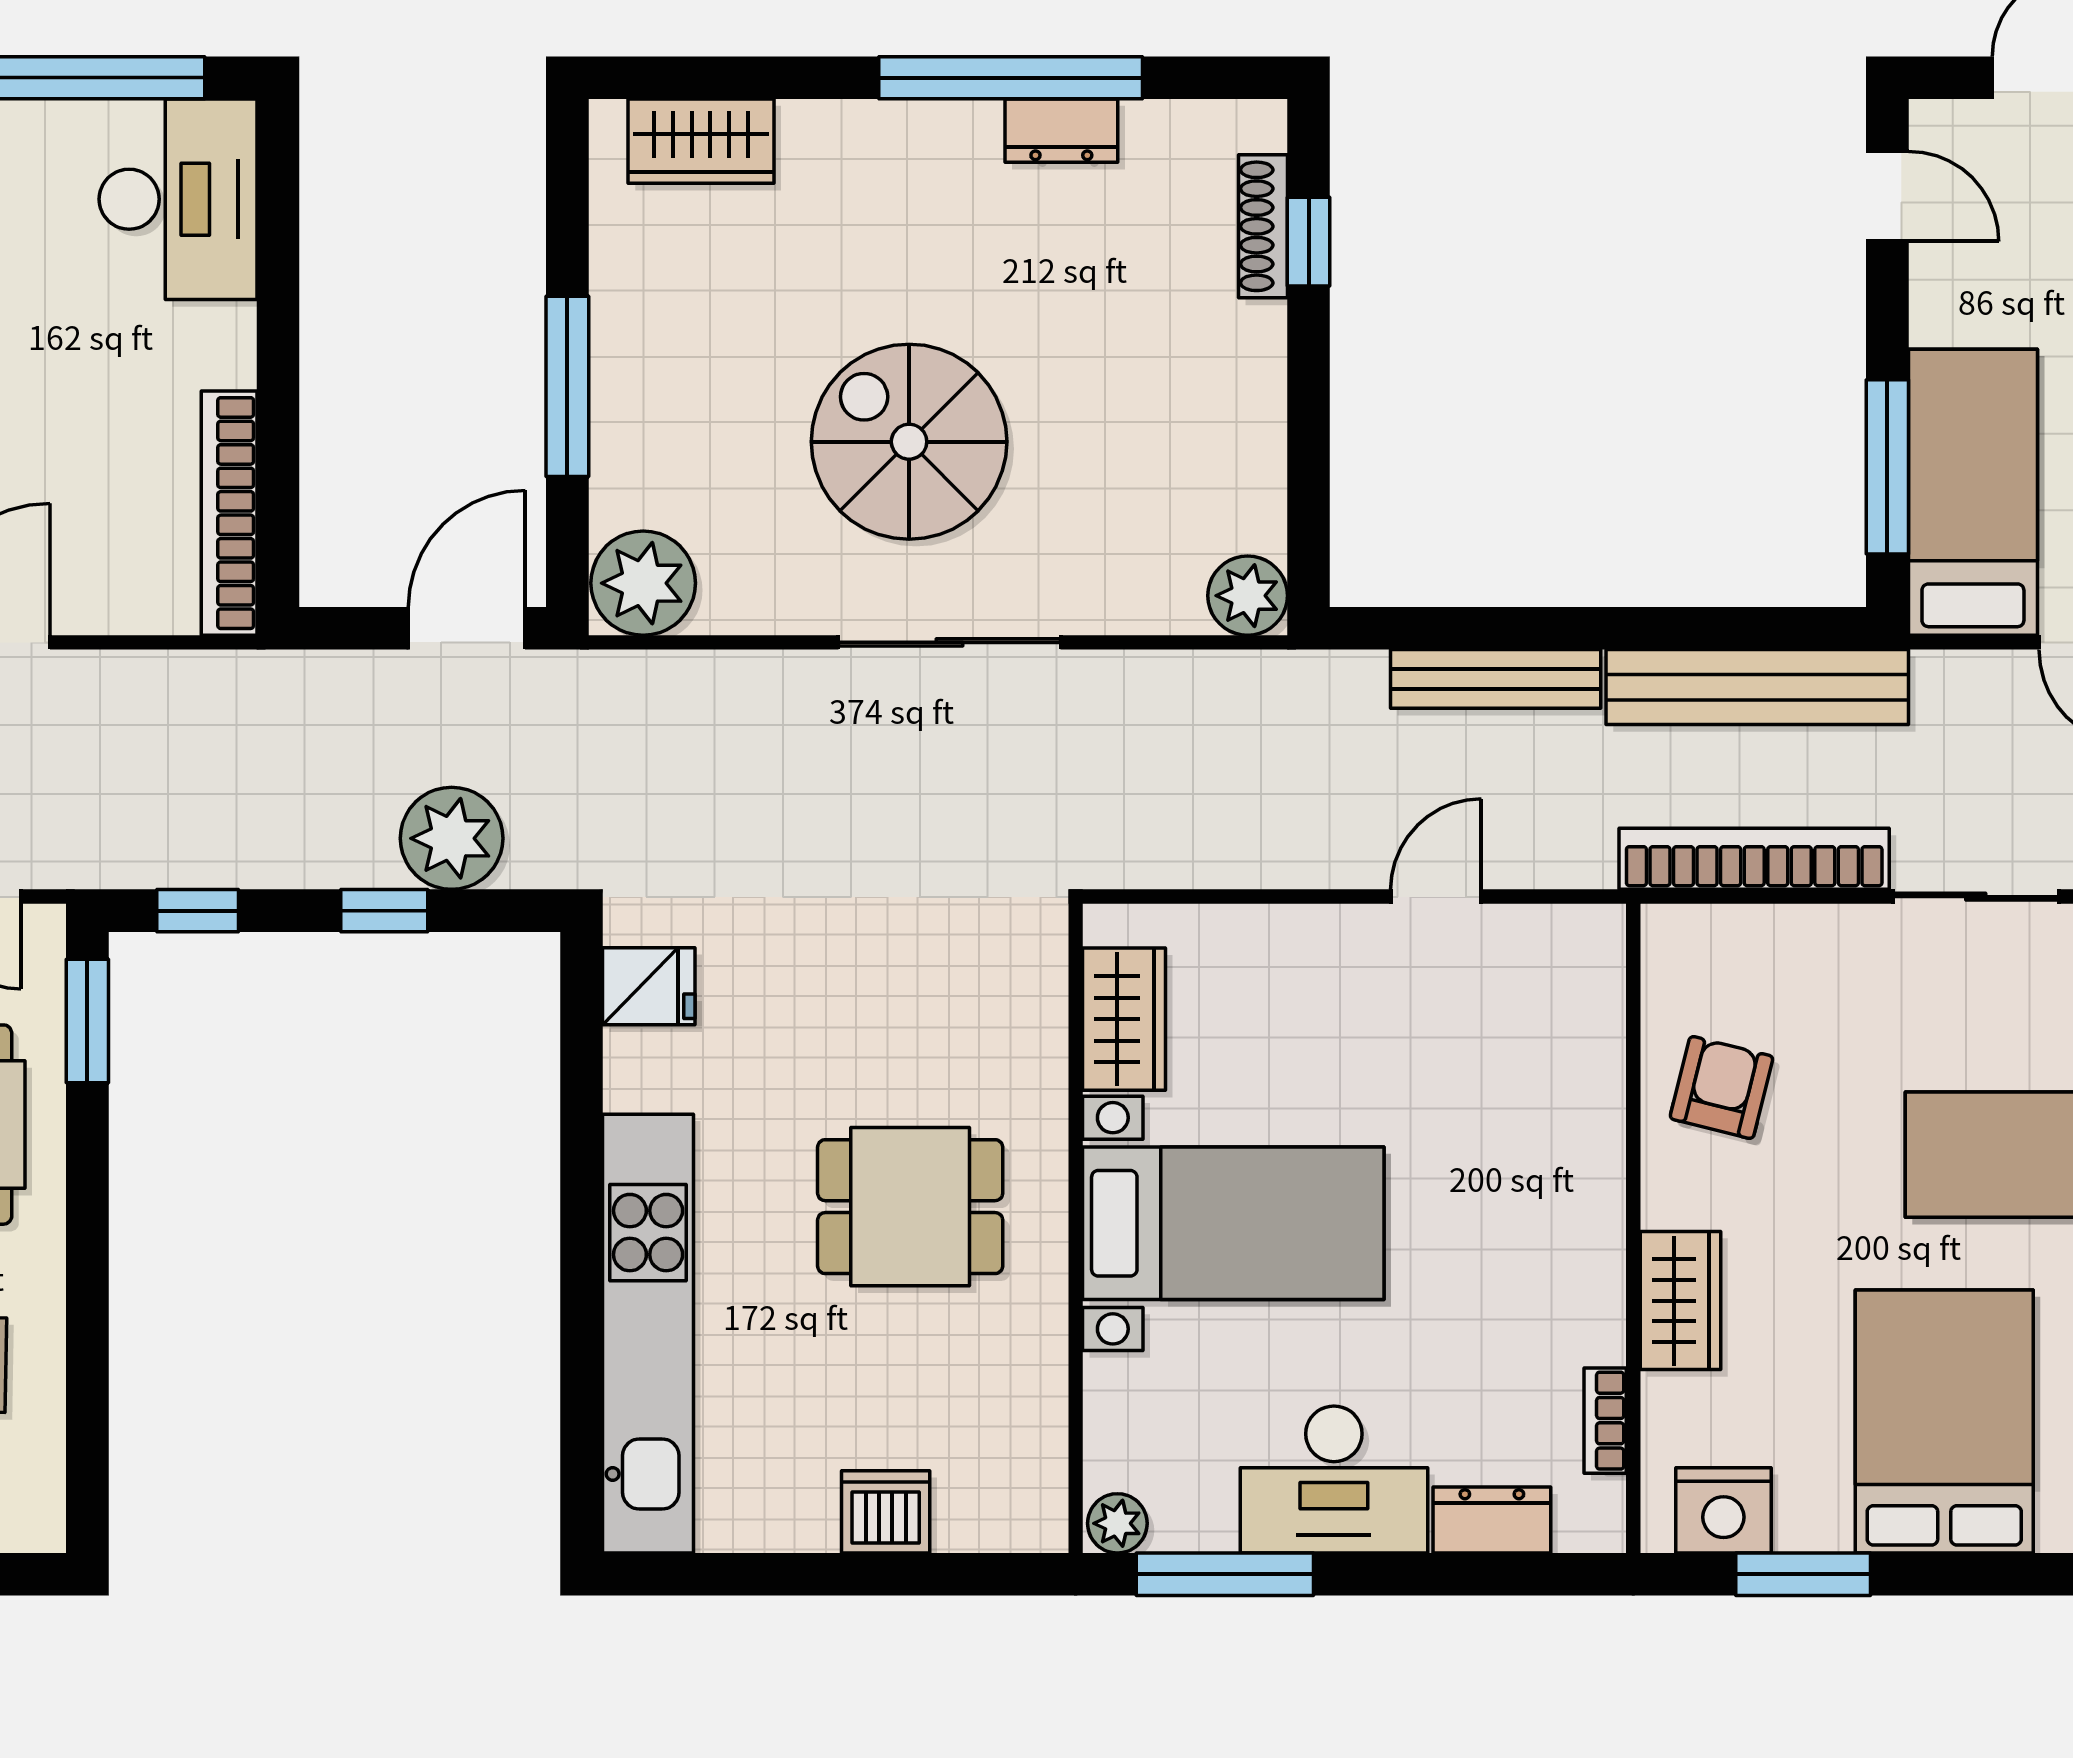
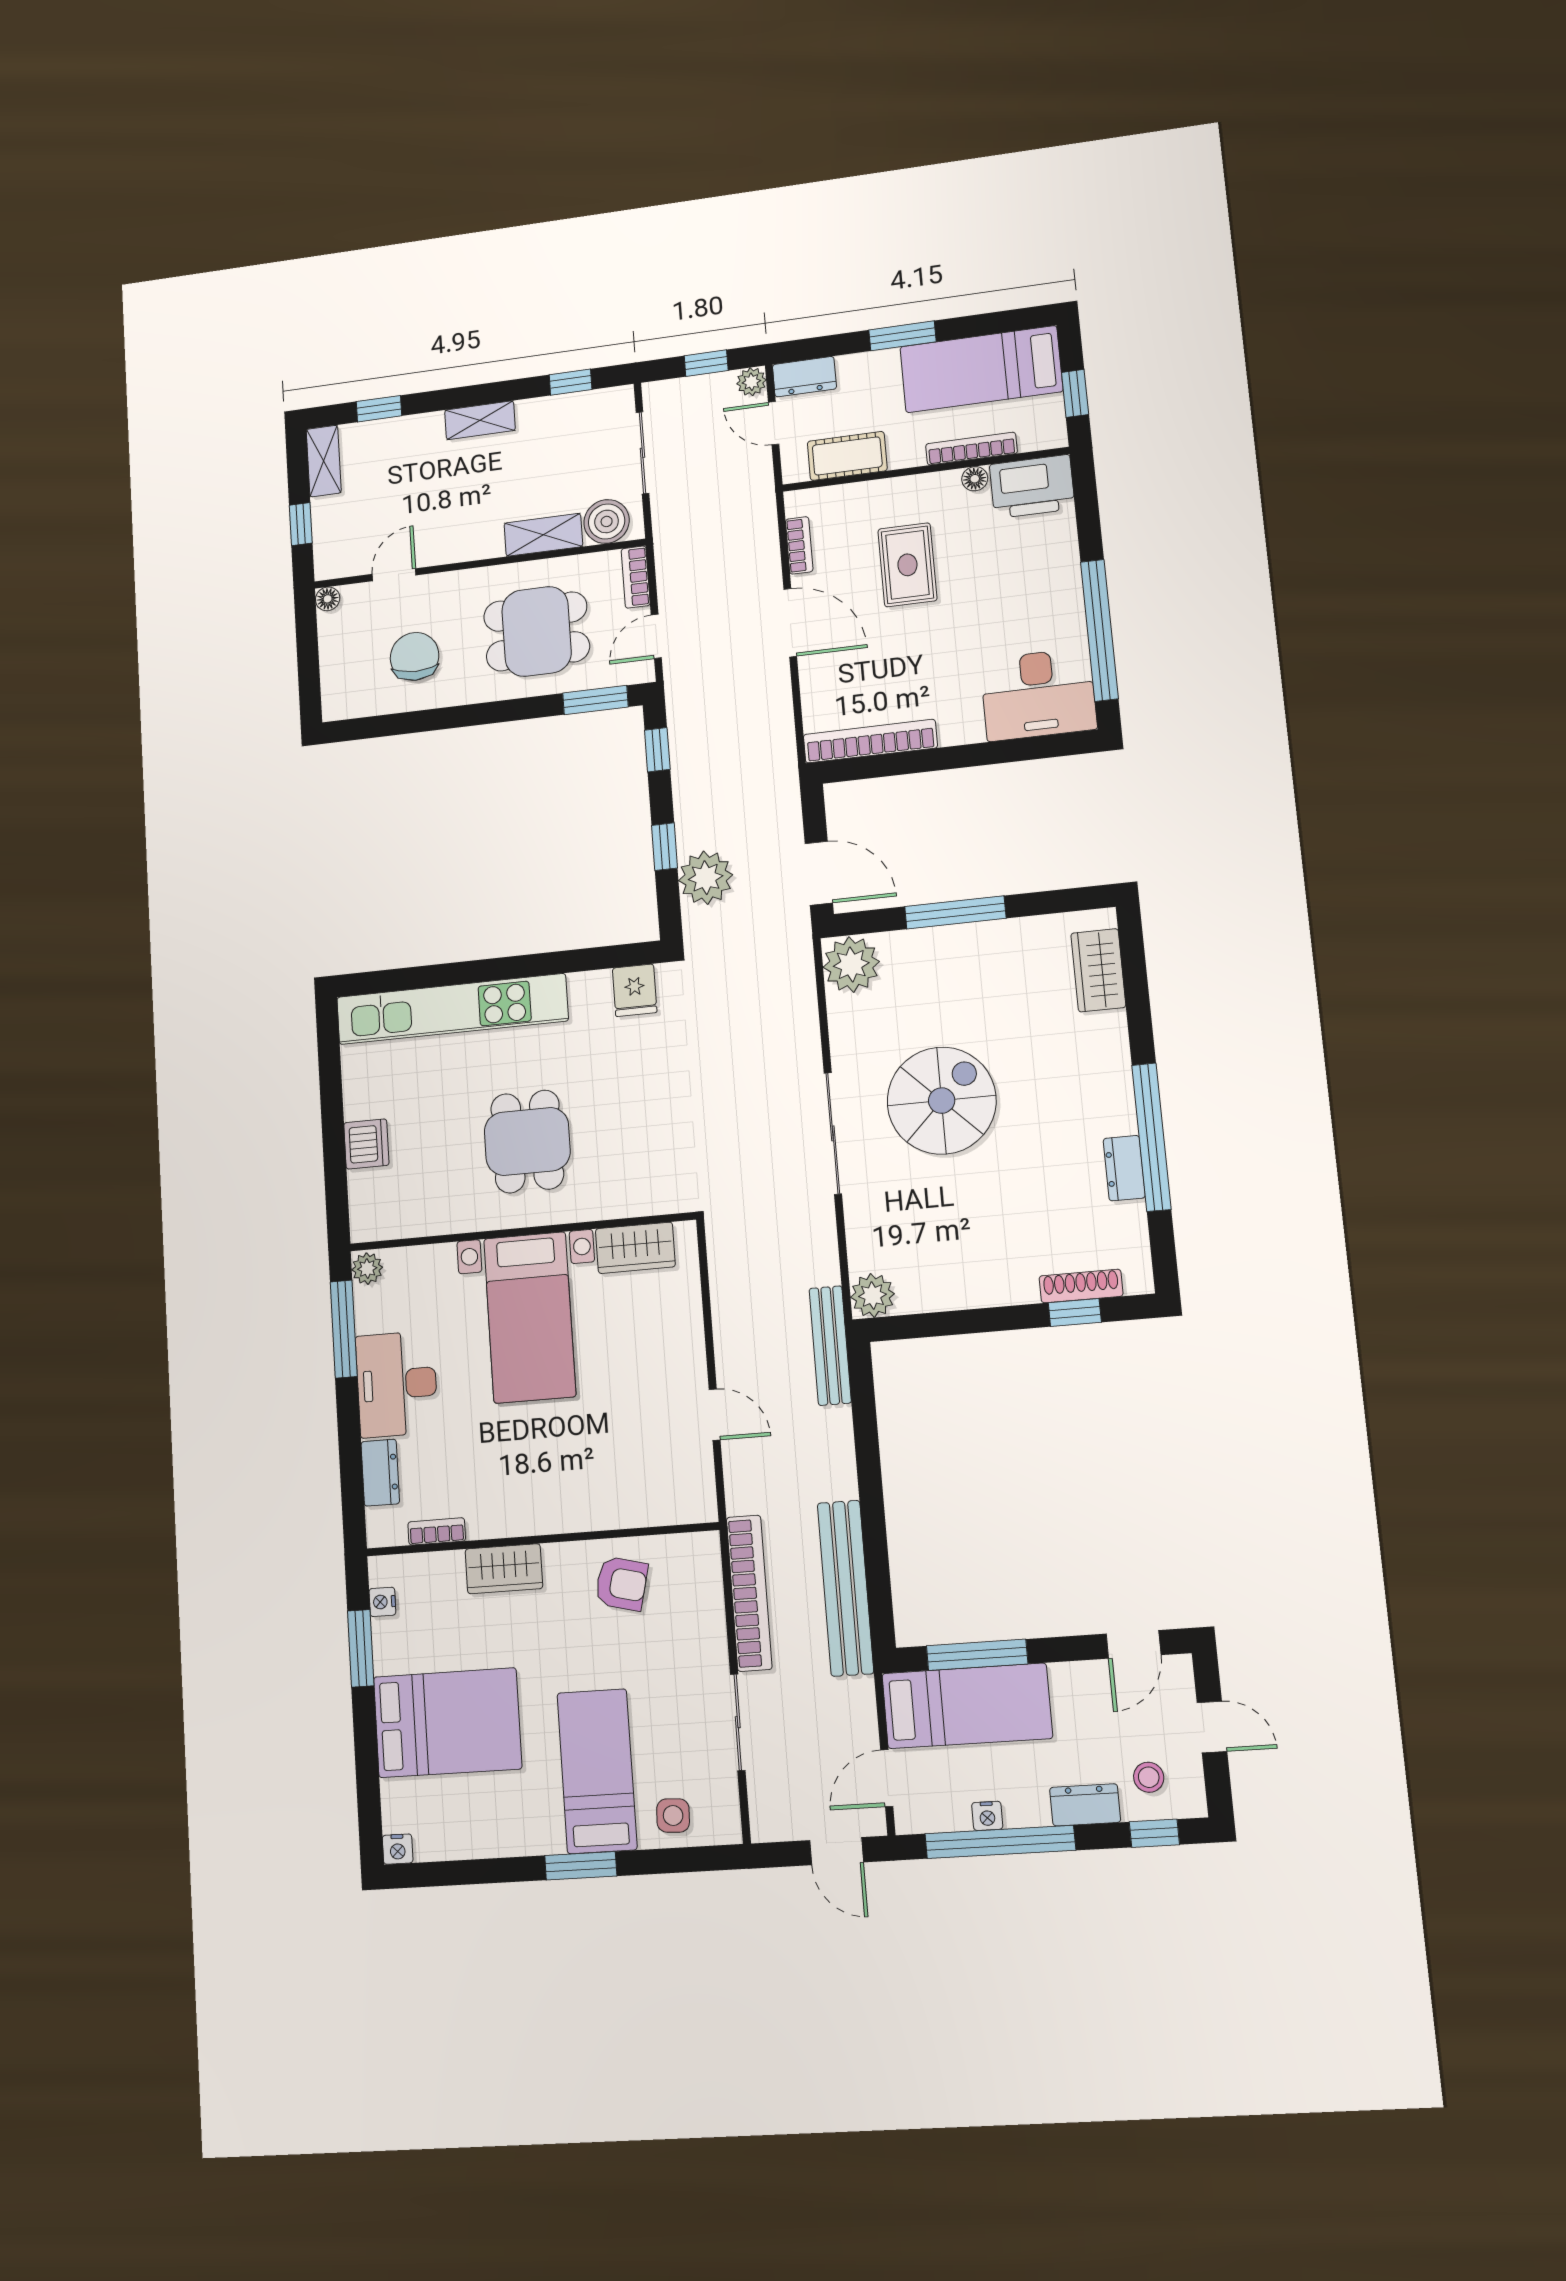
bench: (1496, 679) -> (830, 1346), moved
nightstand: (1723, 1510) -> (382, 1602), width x0.53, depth x0.56

